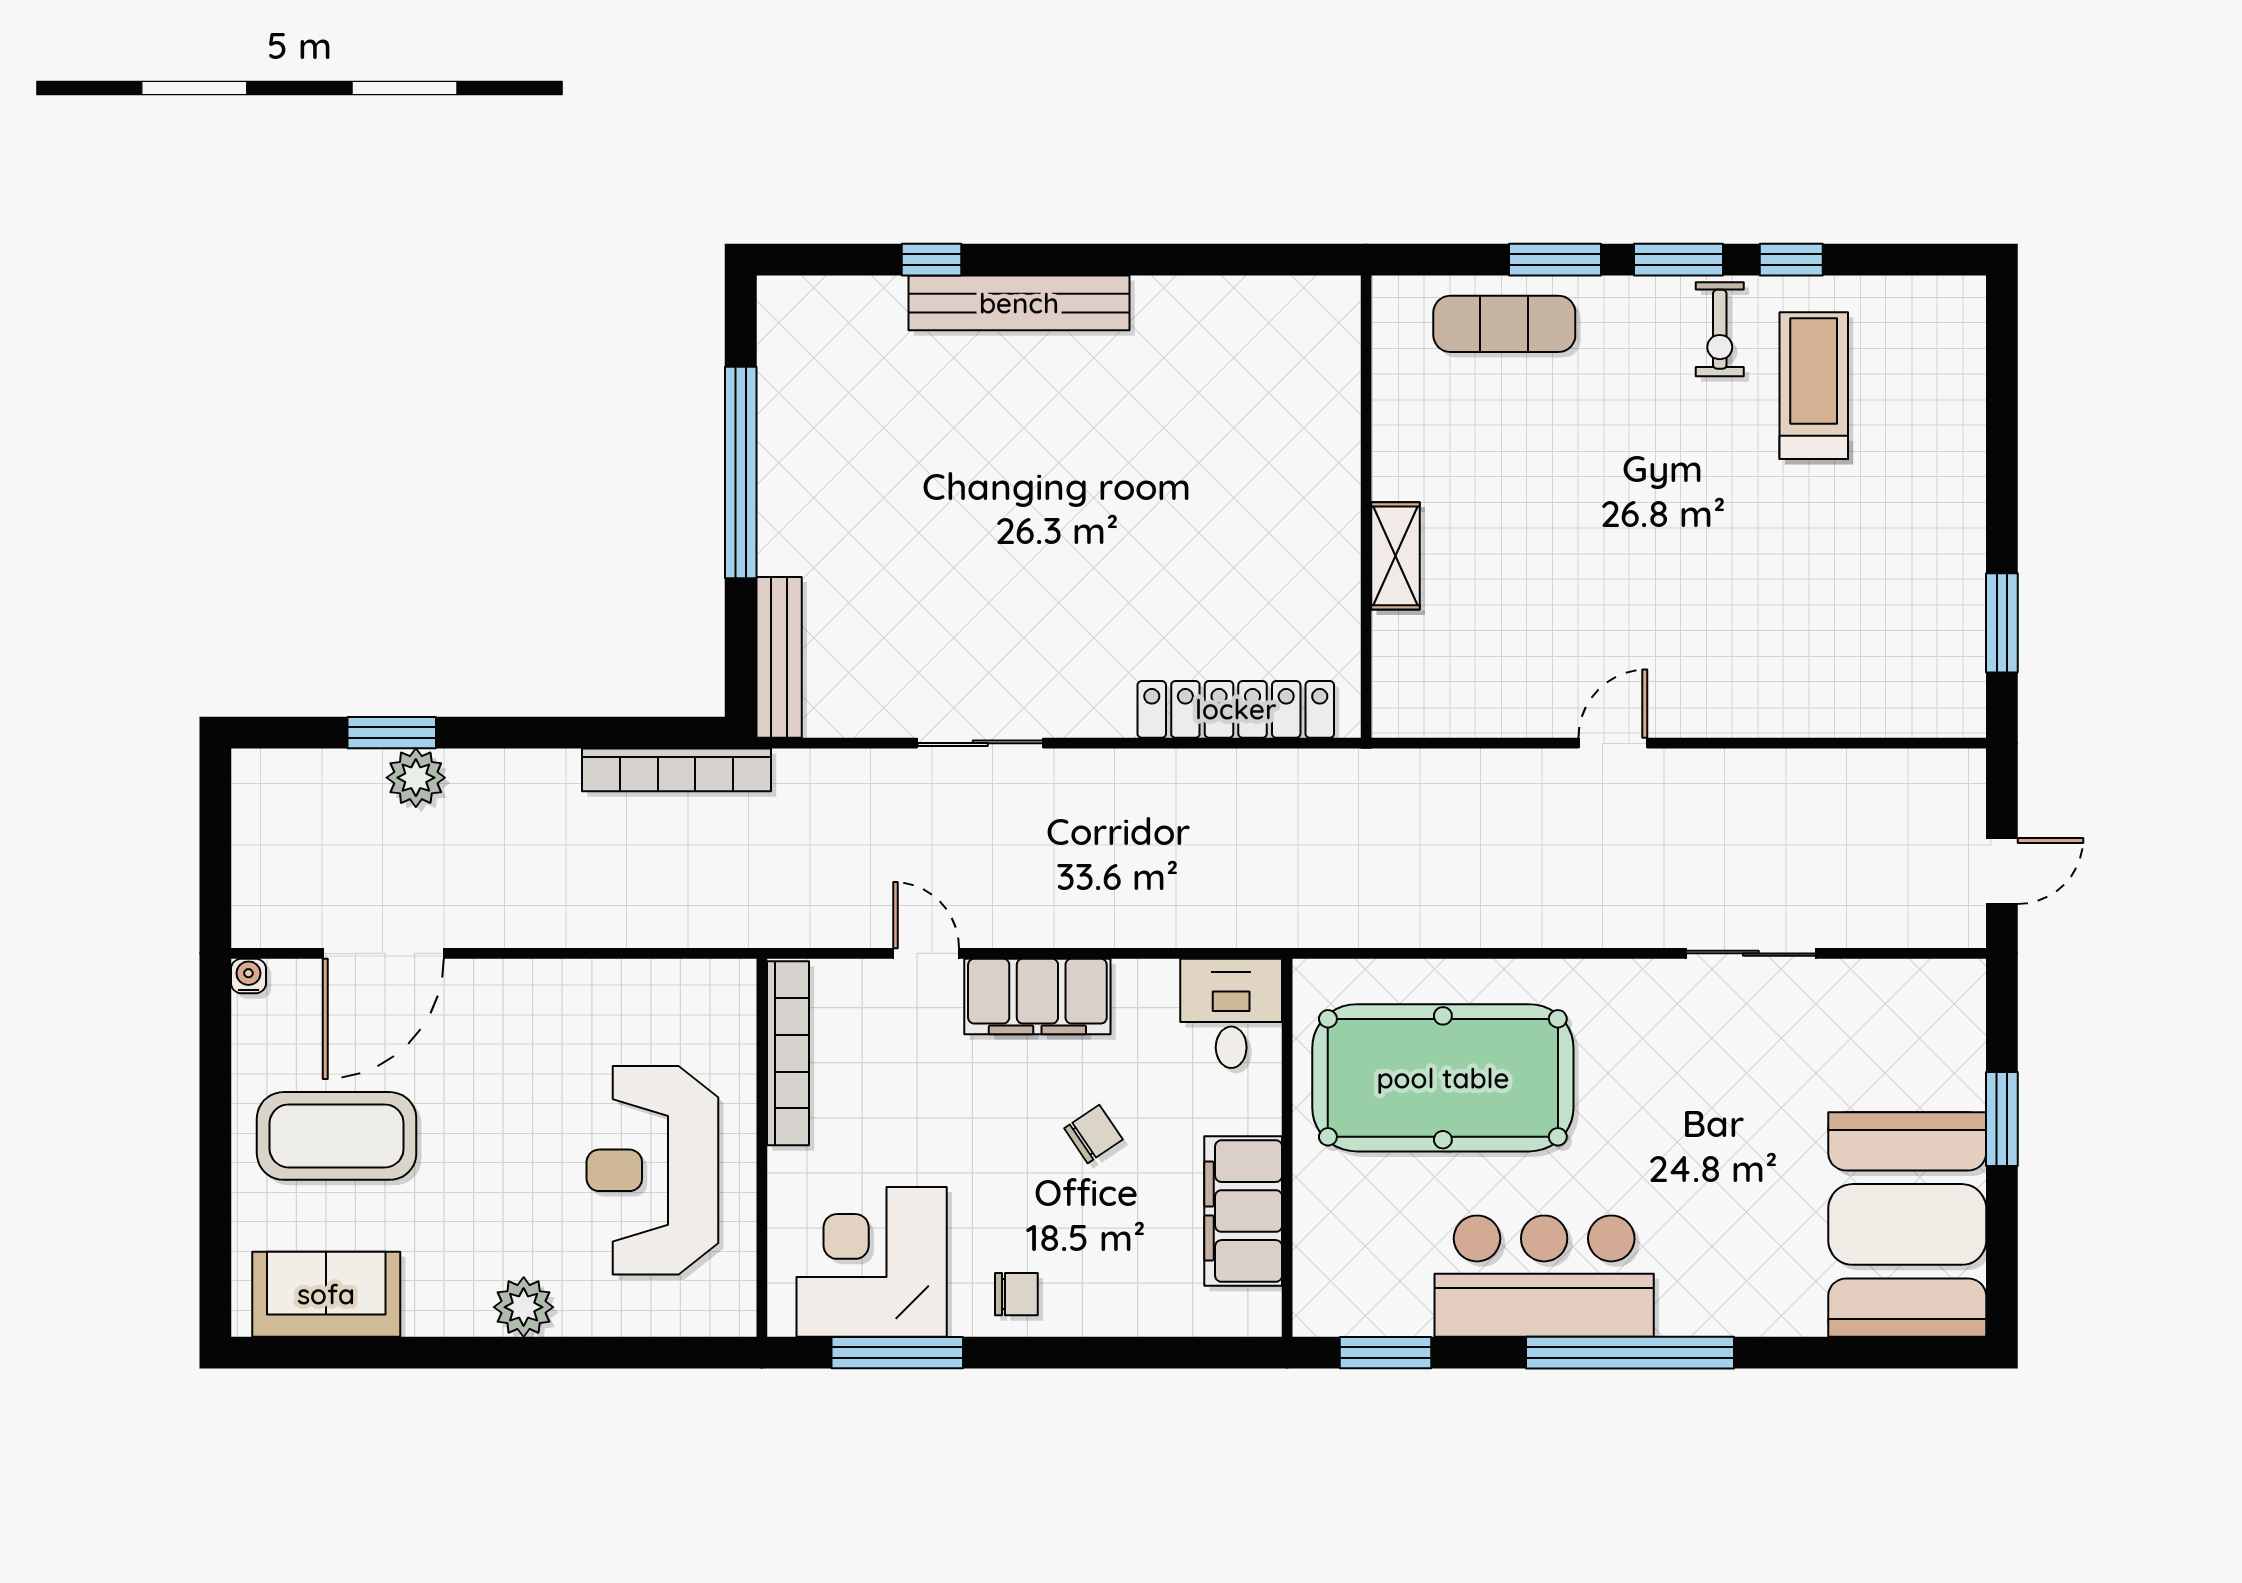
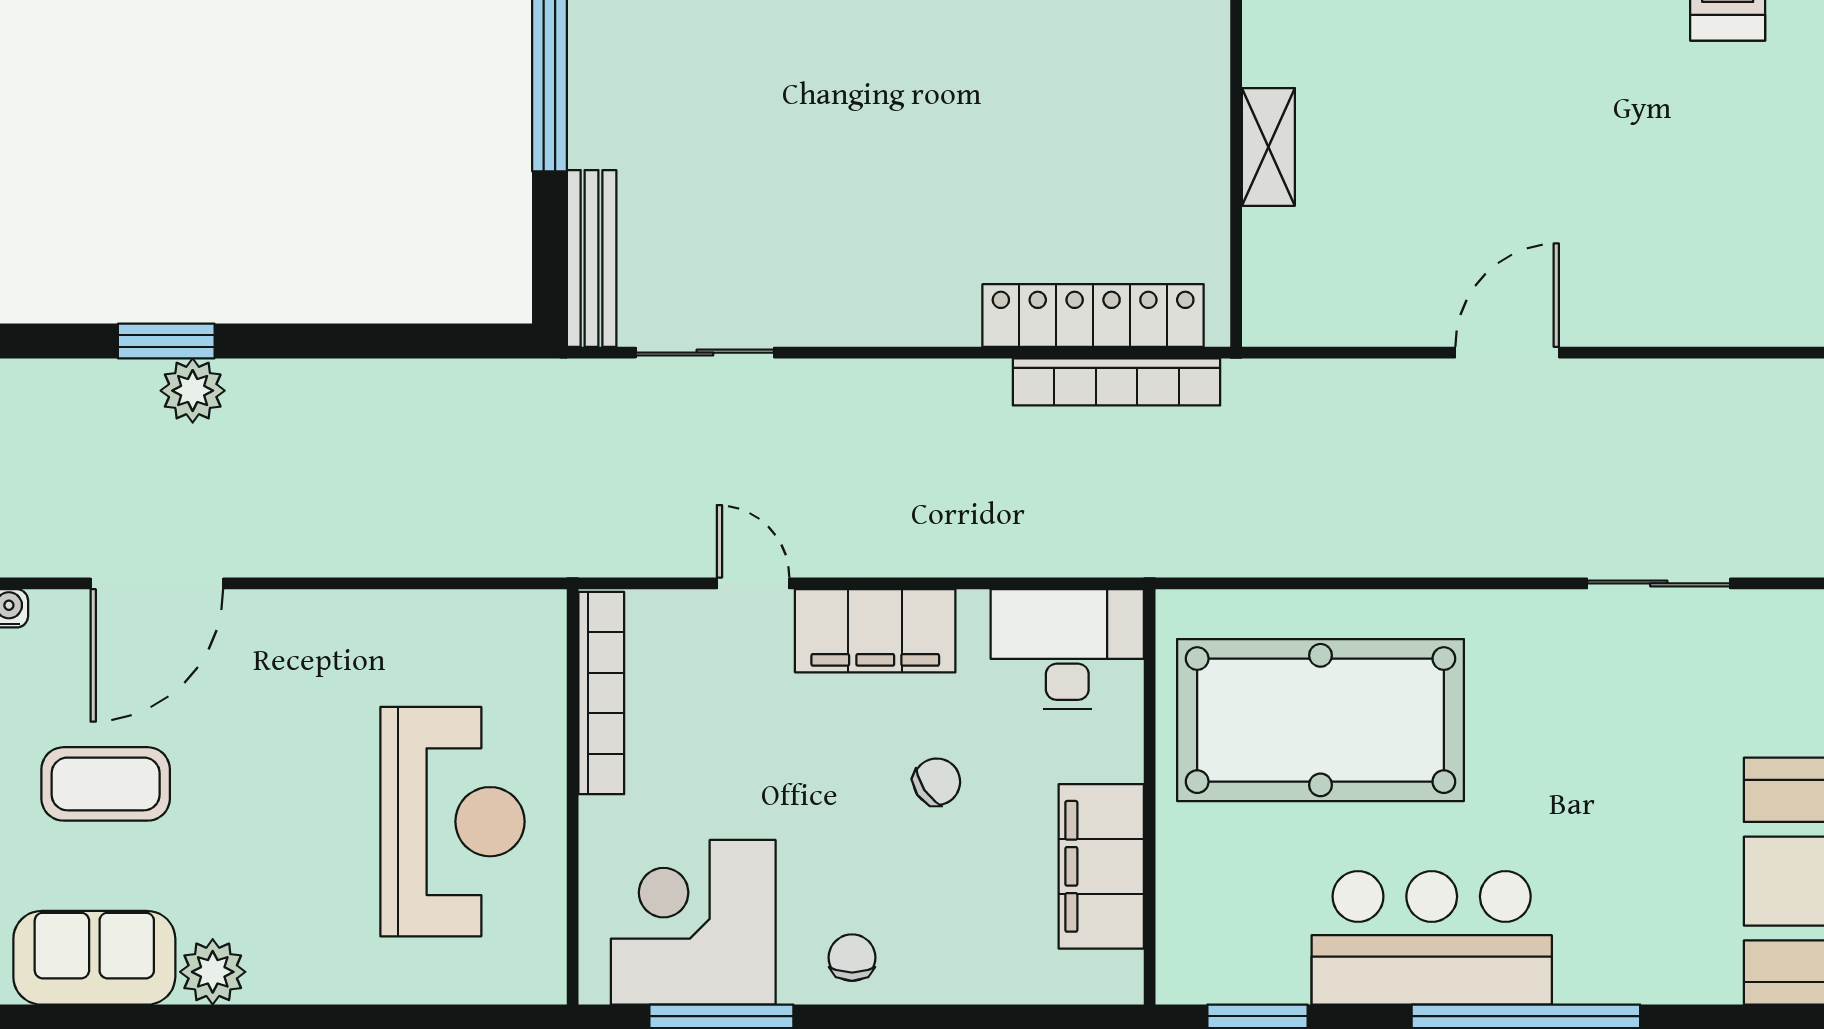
sliding door: (980, 743) -> (705, 353), moved
door: (1613, 743) -> (1507, 353), width x1.38
bookcase: (677, 770) -> (1117, 382), moved
desk: (1231, 1013) -> (1067, 649), width x1.37
coffee table: (337, 1136) -> (106, 784), width x0.73, depth x0.76
reception desk: (652, 1170) -> (452, 822), turned 180
chair: (1016, 1294) -> (852, 958), turned -90
plant: (524, 1307) -> (213, 972), moved

